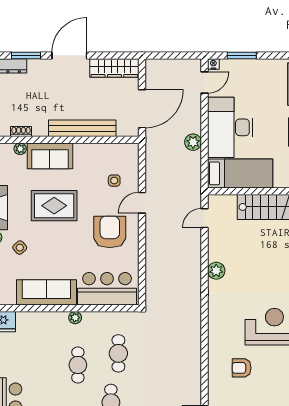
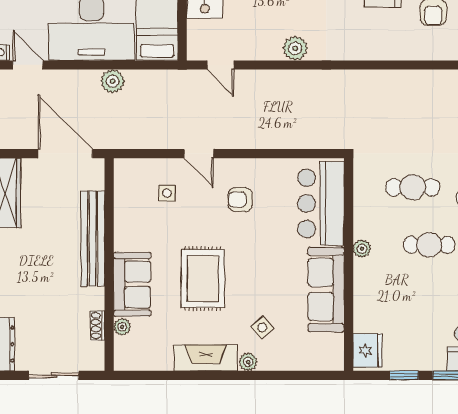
armchair: (110, 232) -> (240, 199), width x0.53, depth x0.53

